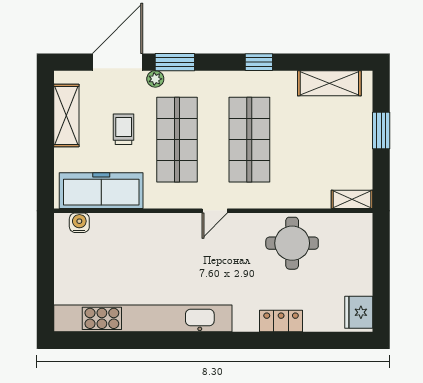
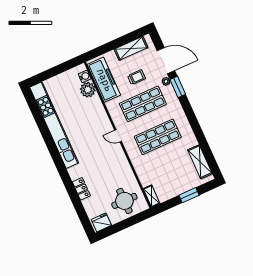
window: (259, 62) -> (195, 125), removed
plant: (106, 228) -> (88, 90), added
round table: (292, 243) -> (124, 201), moved

